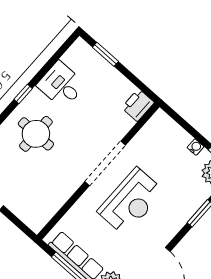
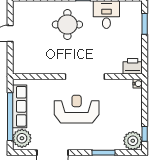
water cooler: (196, 147) -> (138, 84), moved
reception desk: (131, 201) -> (77, 109), turned 180

